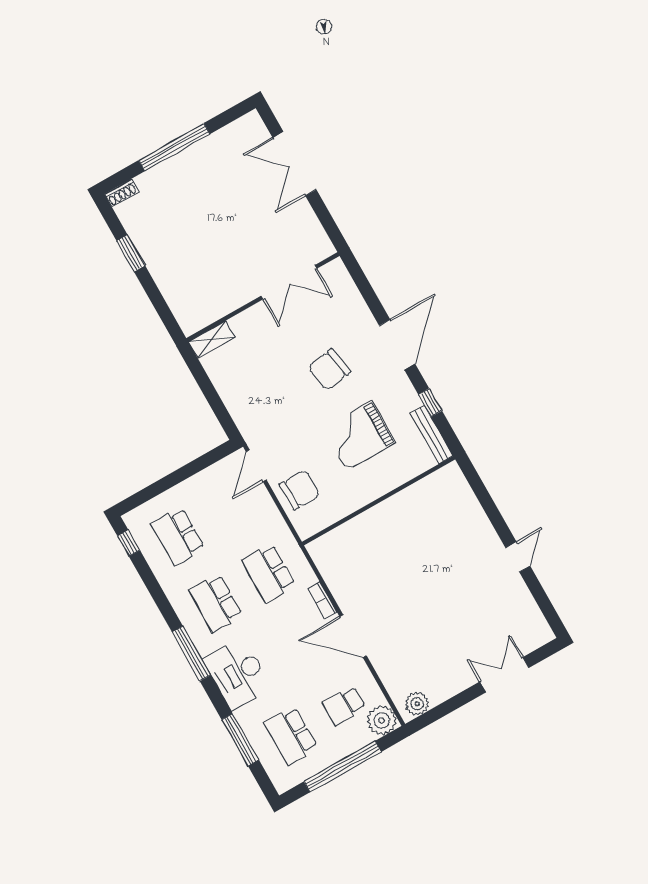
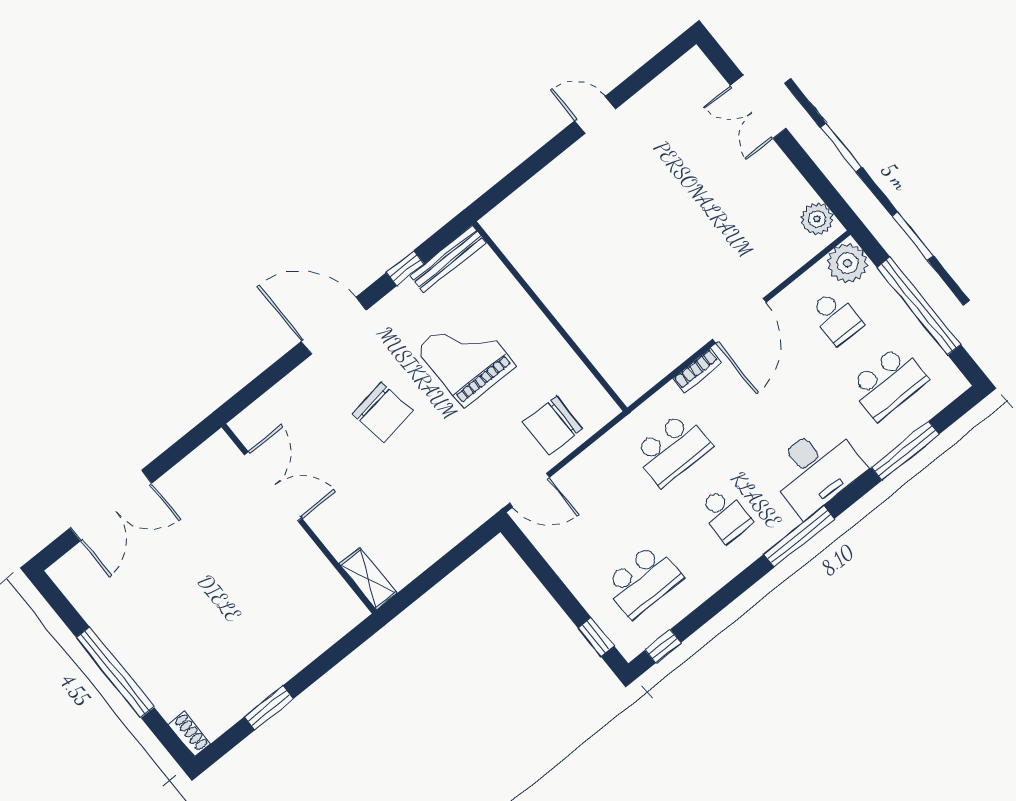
grand piano: (359, 436) -> (466, 357), turned 180
chair: (300, 490) -> (553, 426), turned -90
window: (143, 496) -> (596, 637), added
school desk: (216, 603) -> (725, 515), width x0.54

